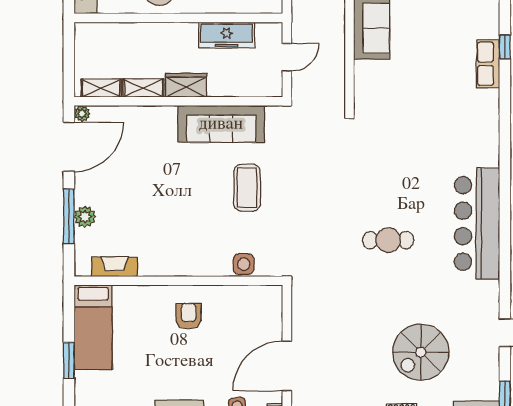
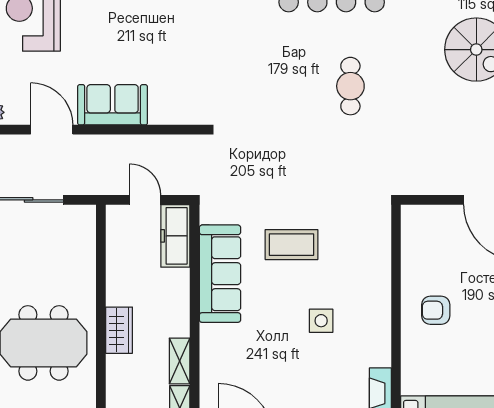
freezer: (227, 35) -> (175, 236), moved, turned 180
wardrobe: (186, 85) -> (119, 330), moved, turned 180
side table: (244, 264) -> (321, 321), moved

